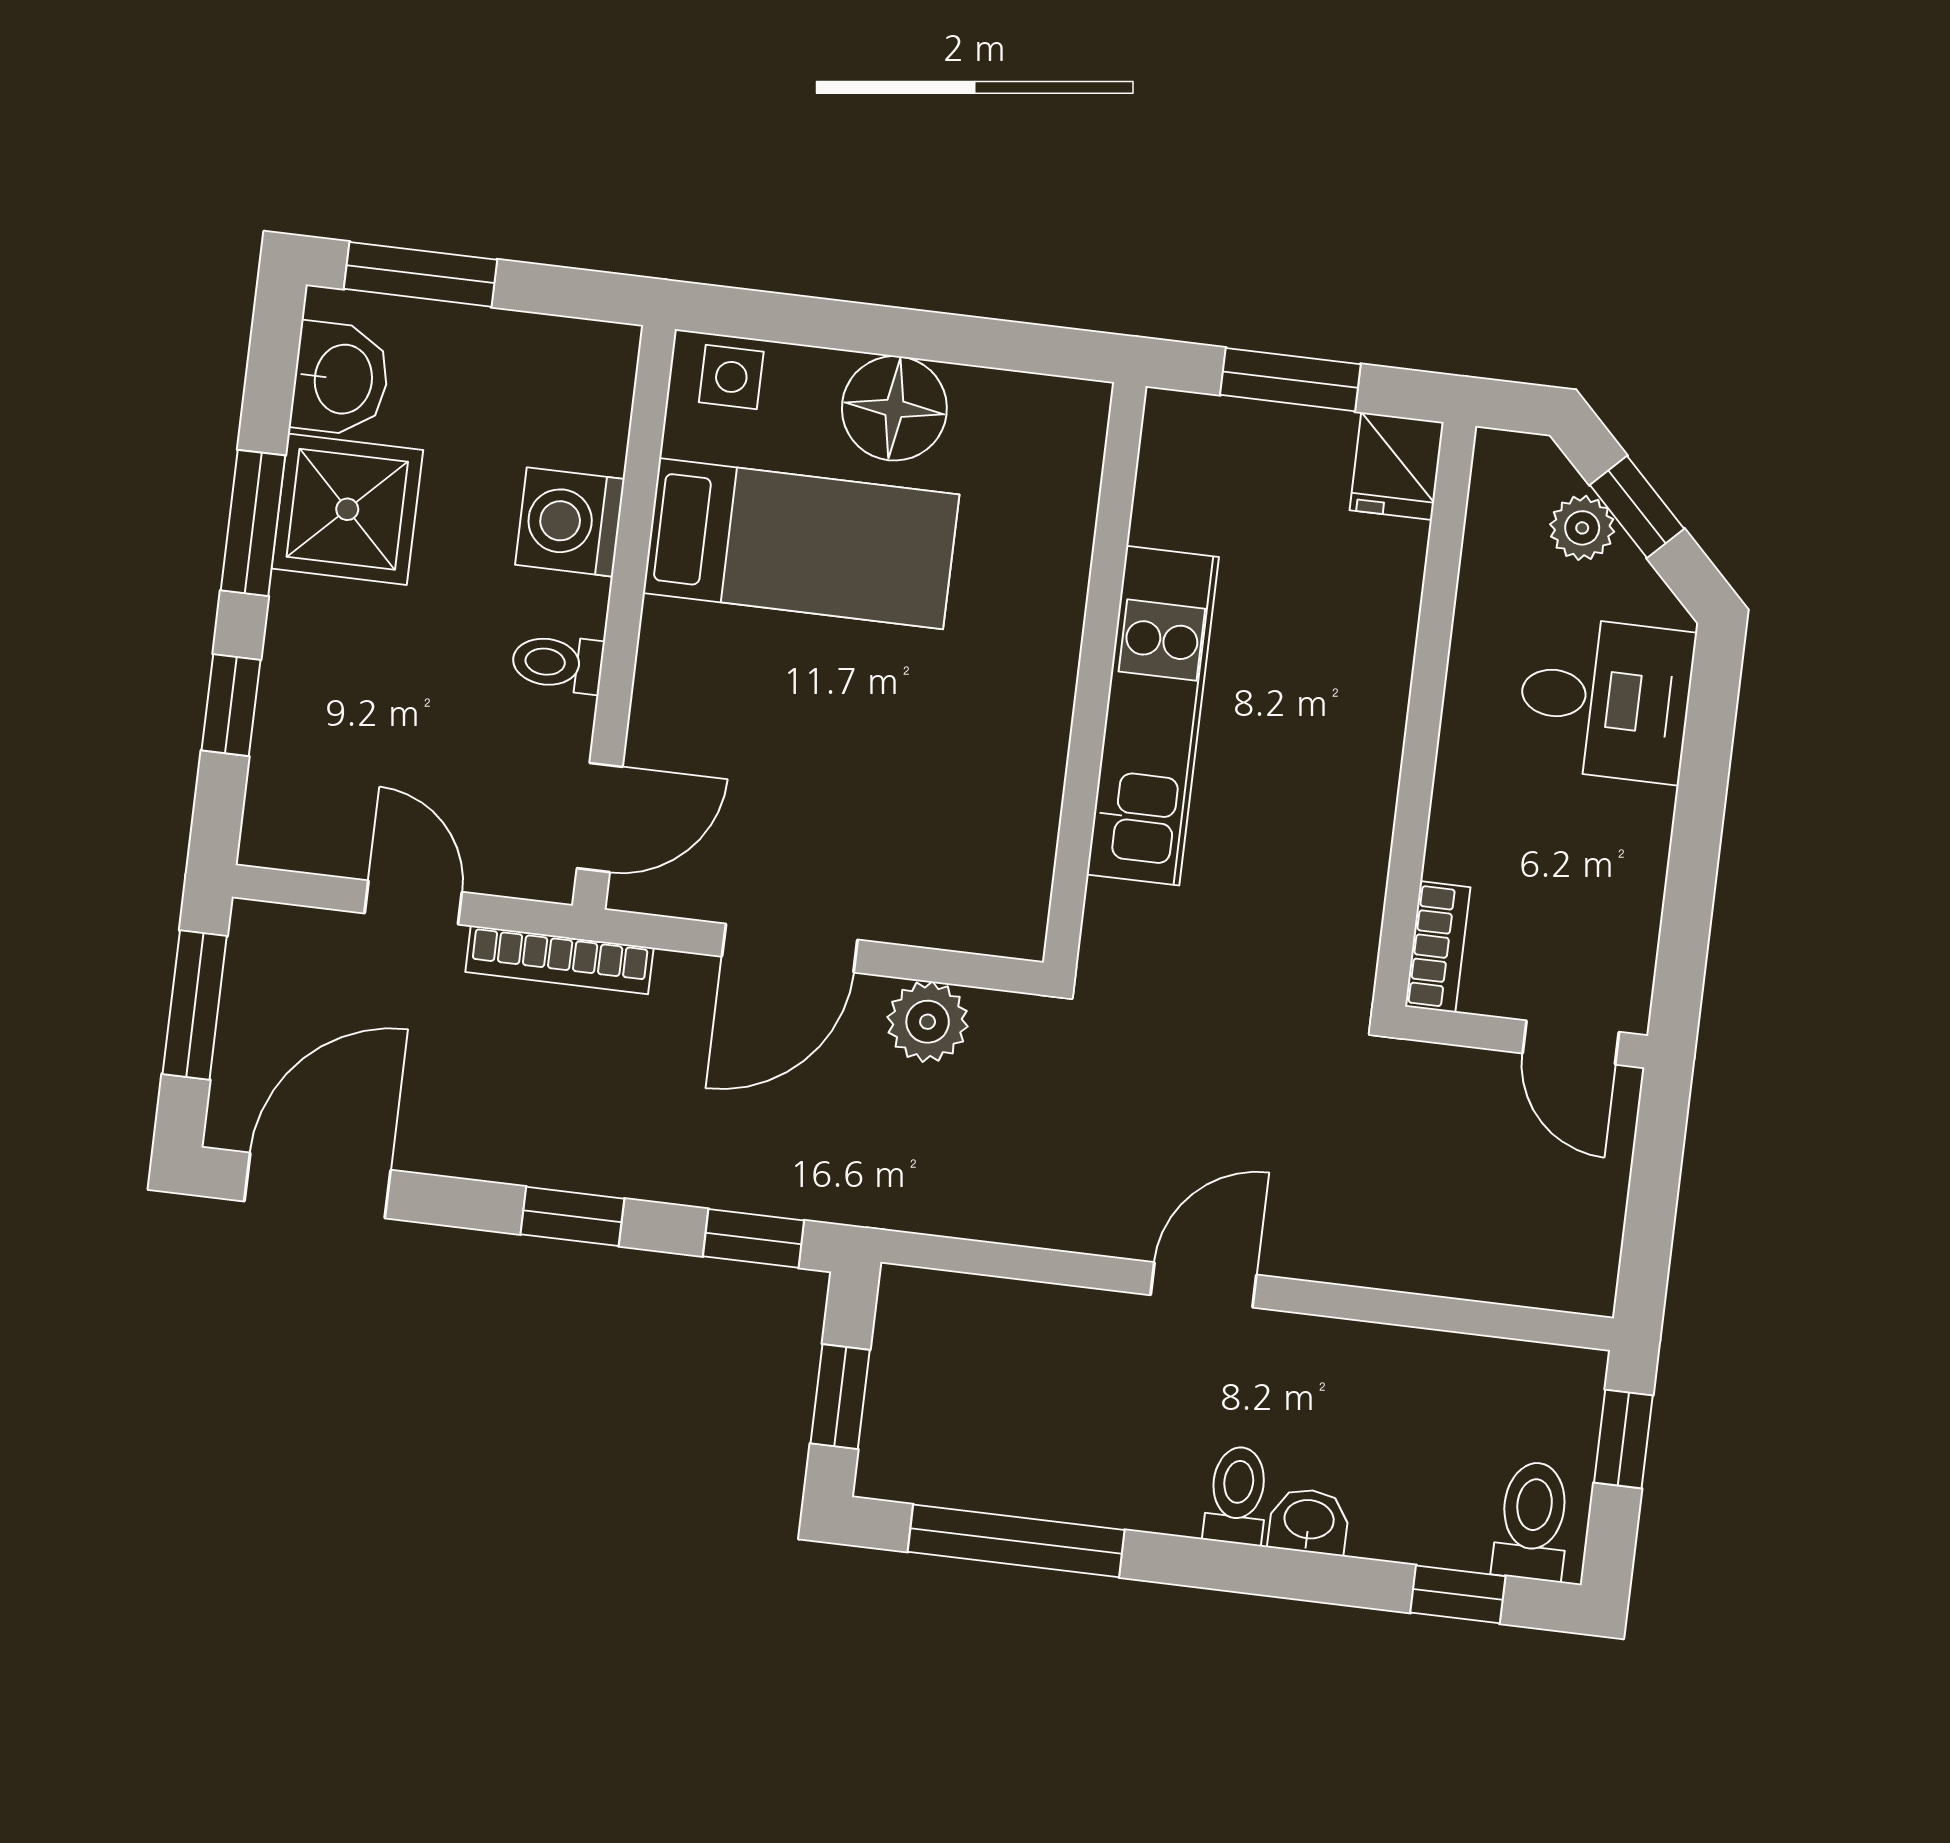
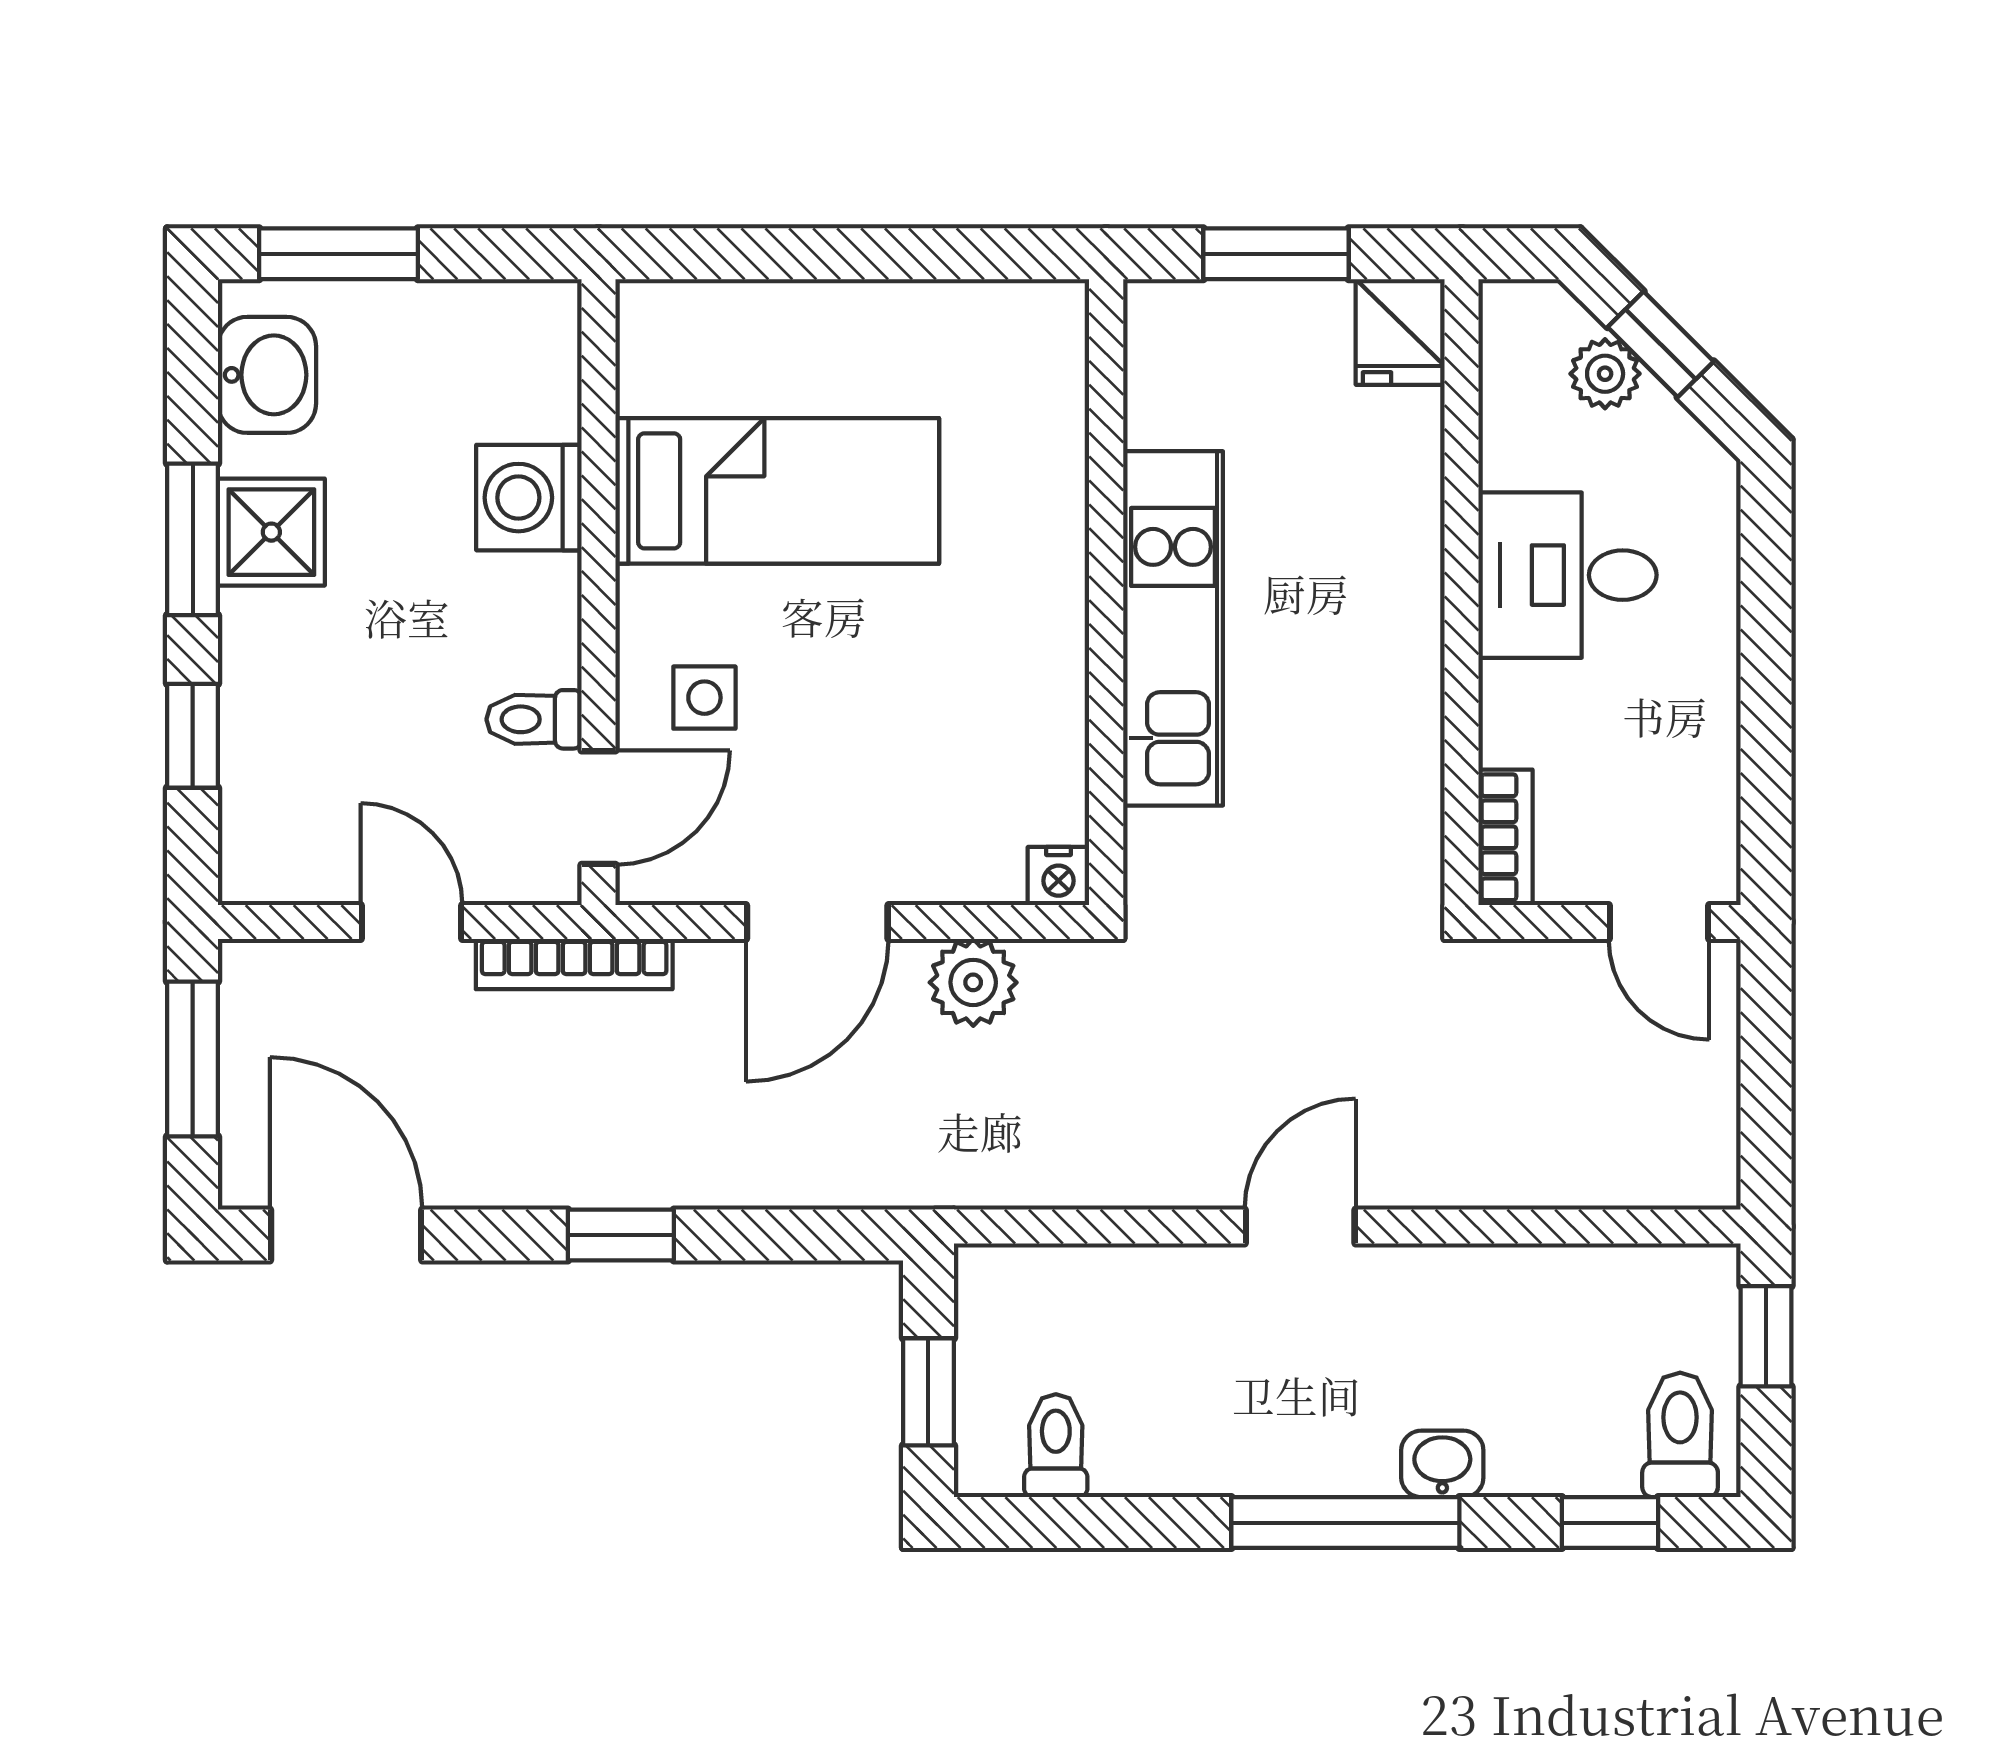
side table: (731, 377) -> (704, 698), moved
floor lamp: (894, 408) -> (859, 335), removed
shower: (347, 509) -> (271, 532), width x0.73, depth x0.73
toilet: (558, 663) -> (534, 719), moved
desk: (1605, 699) -> (1567, 575), moved, turned 180
nightstand: (1019, 933) -> (1058, 876), added
door: (317, 1186) -> (346, 1235), hinge flipped
window: (753, 1238) -> (816, 1235), removed
toilet: (1237, 1495) -> (1056, 1446), moved
window: (1016, 1541) -> (1345, 1523), moved

